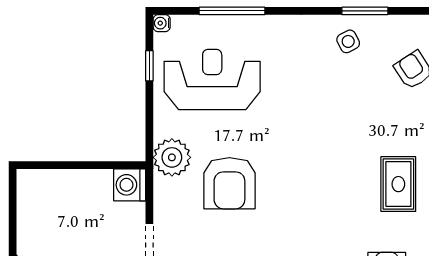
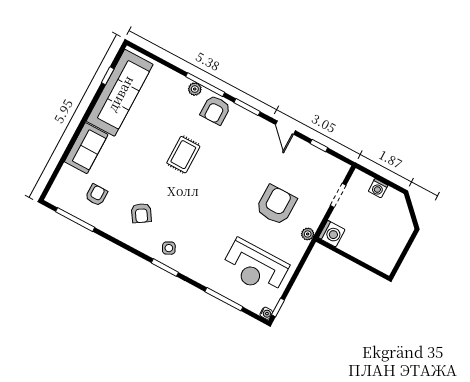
window: (365, 11) -> (165, 268), moved
window: (149, 66) -> (278, 307), moved
plant: (172, 157) -> (308, 234), width x0.53, depth x0.53

